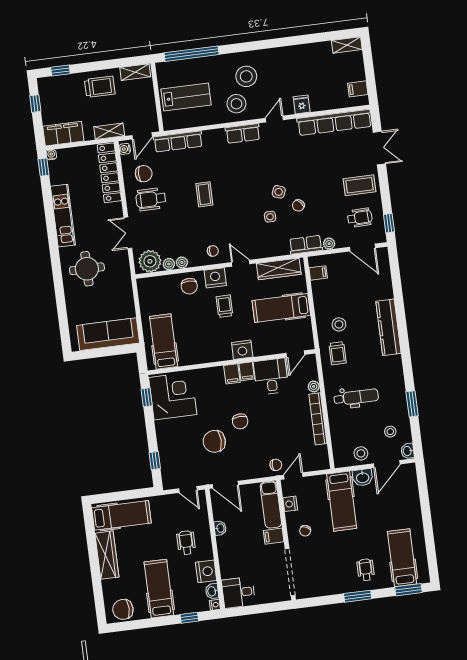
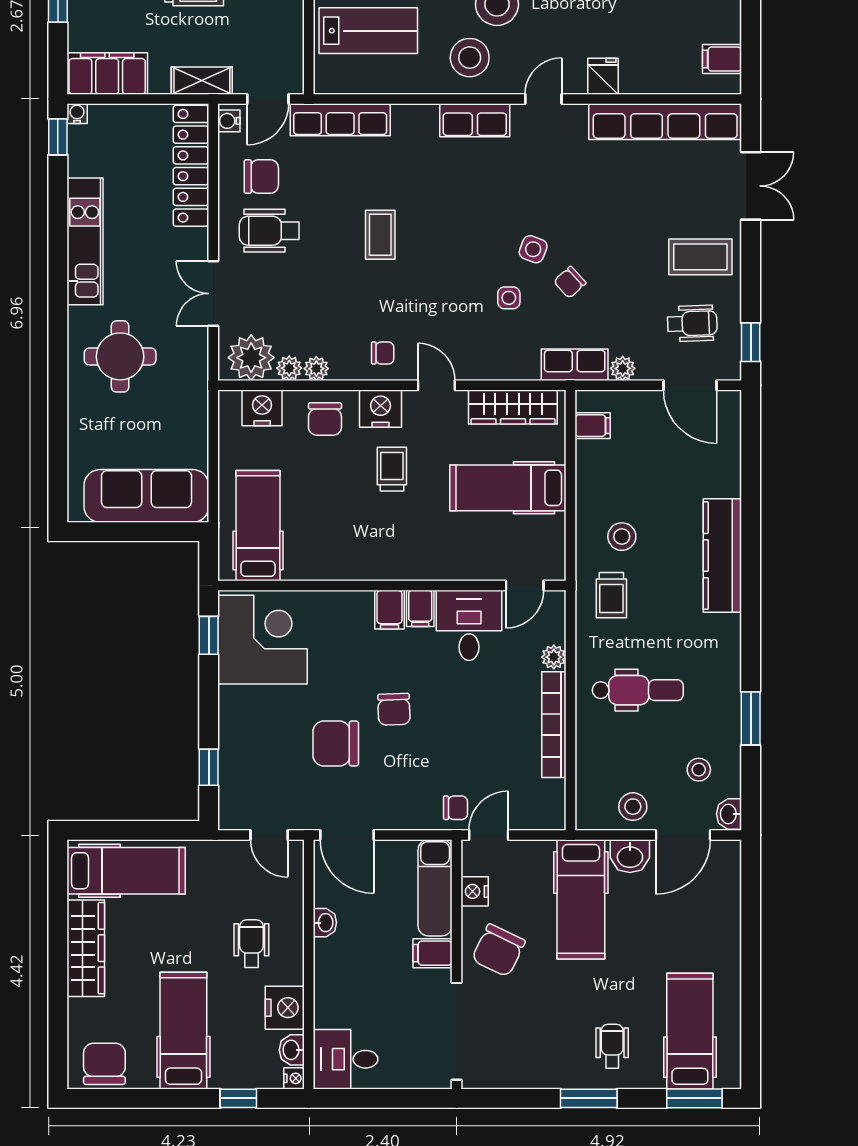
nightstand: (242, 350) -> (262, 408), moved, turned 180
chair: (305, 531) -> (498, 950), width x1.87, depth x1.87
chair: (123, 609) -> (104, 1064), turned 90

